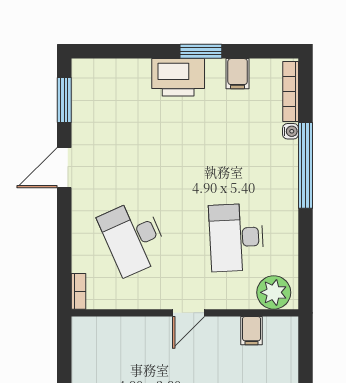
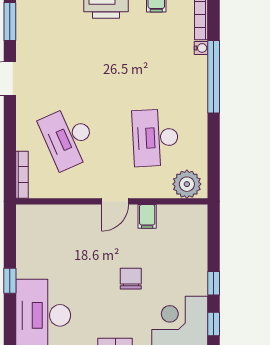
bookcase: (79, 291) -> (22, 175), width x1.56
filing cabinet: (251, 331) -> (147, 216), moved

